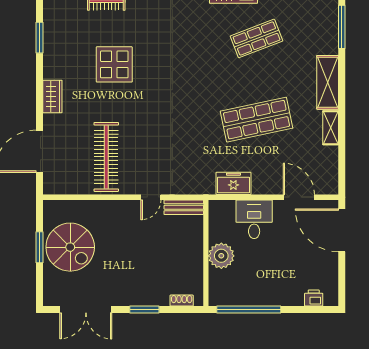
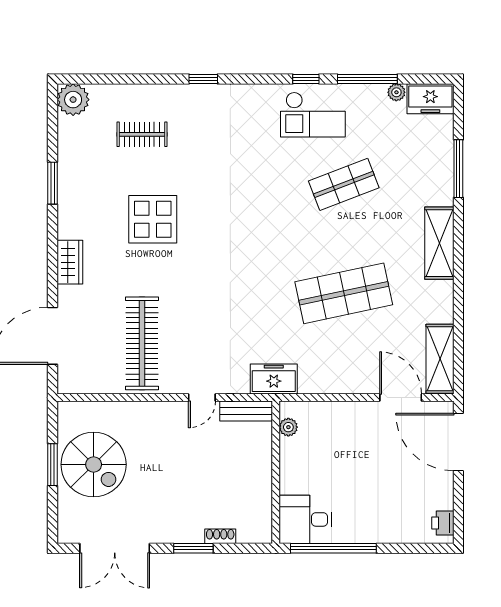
shelving: (331, 128) -> (440, 359), moved, width x1.50, depth x1.33
freezer: (233, 183) -> (274, 379), moved
desk: (254, 219) -> (305, 519), moved, turned -90
plant: (221, 256) -> (288, 427), moved, width x0.53, depth x0.53
printer: (314, 298) -> (443, 523), moved, turned -90
shoe rack: (182, 301) -> (220, 536), moved

